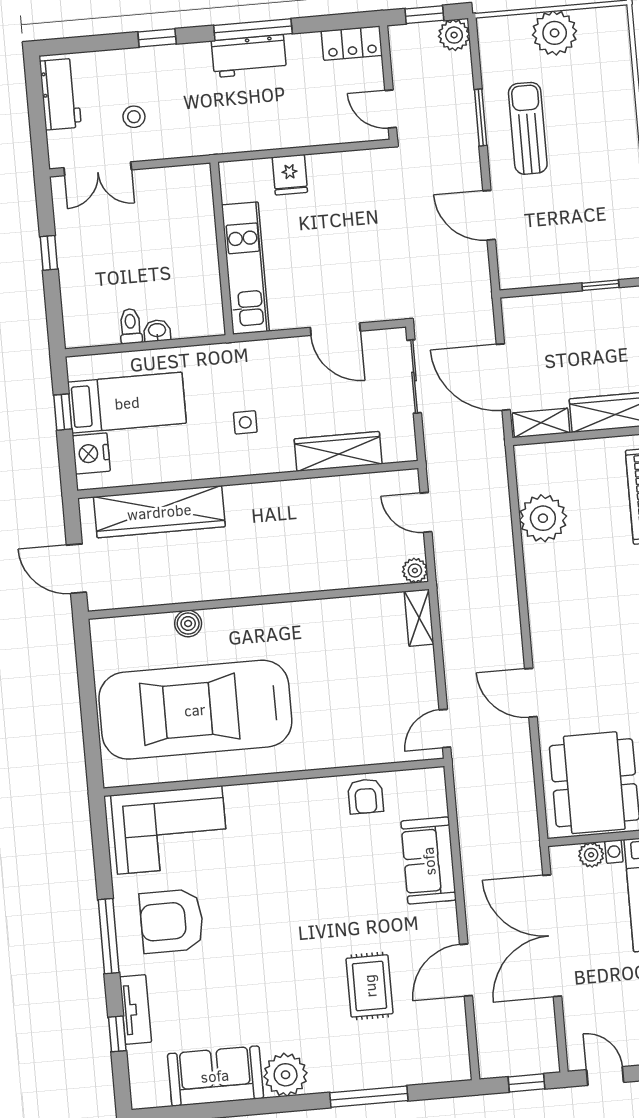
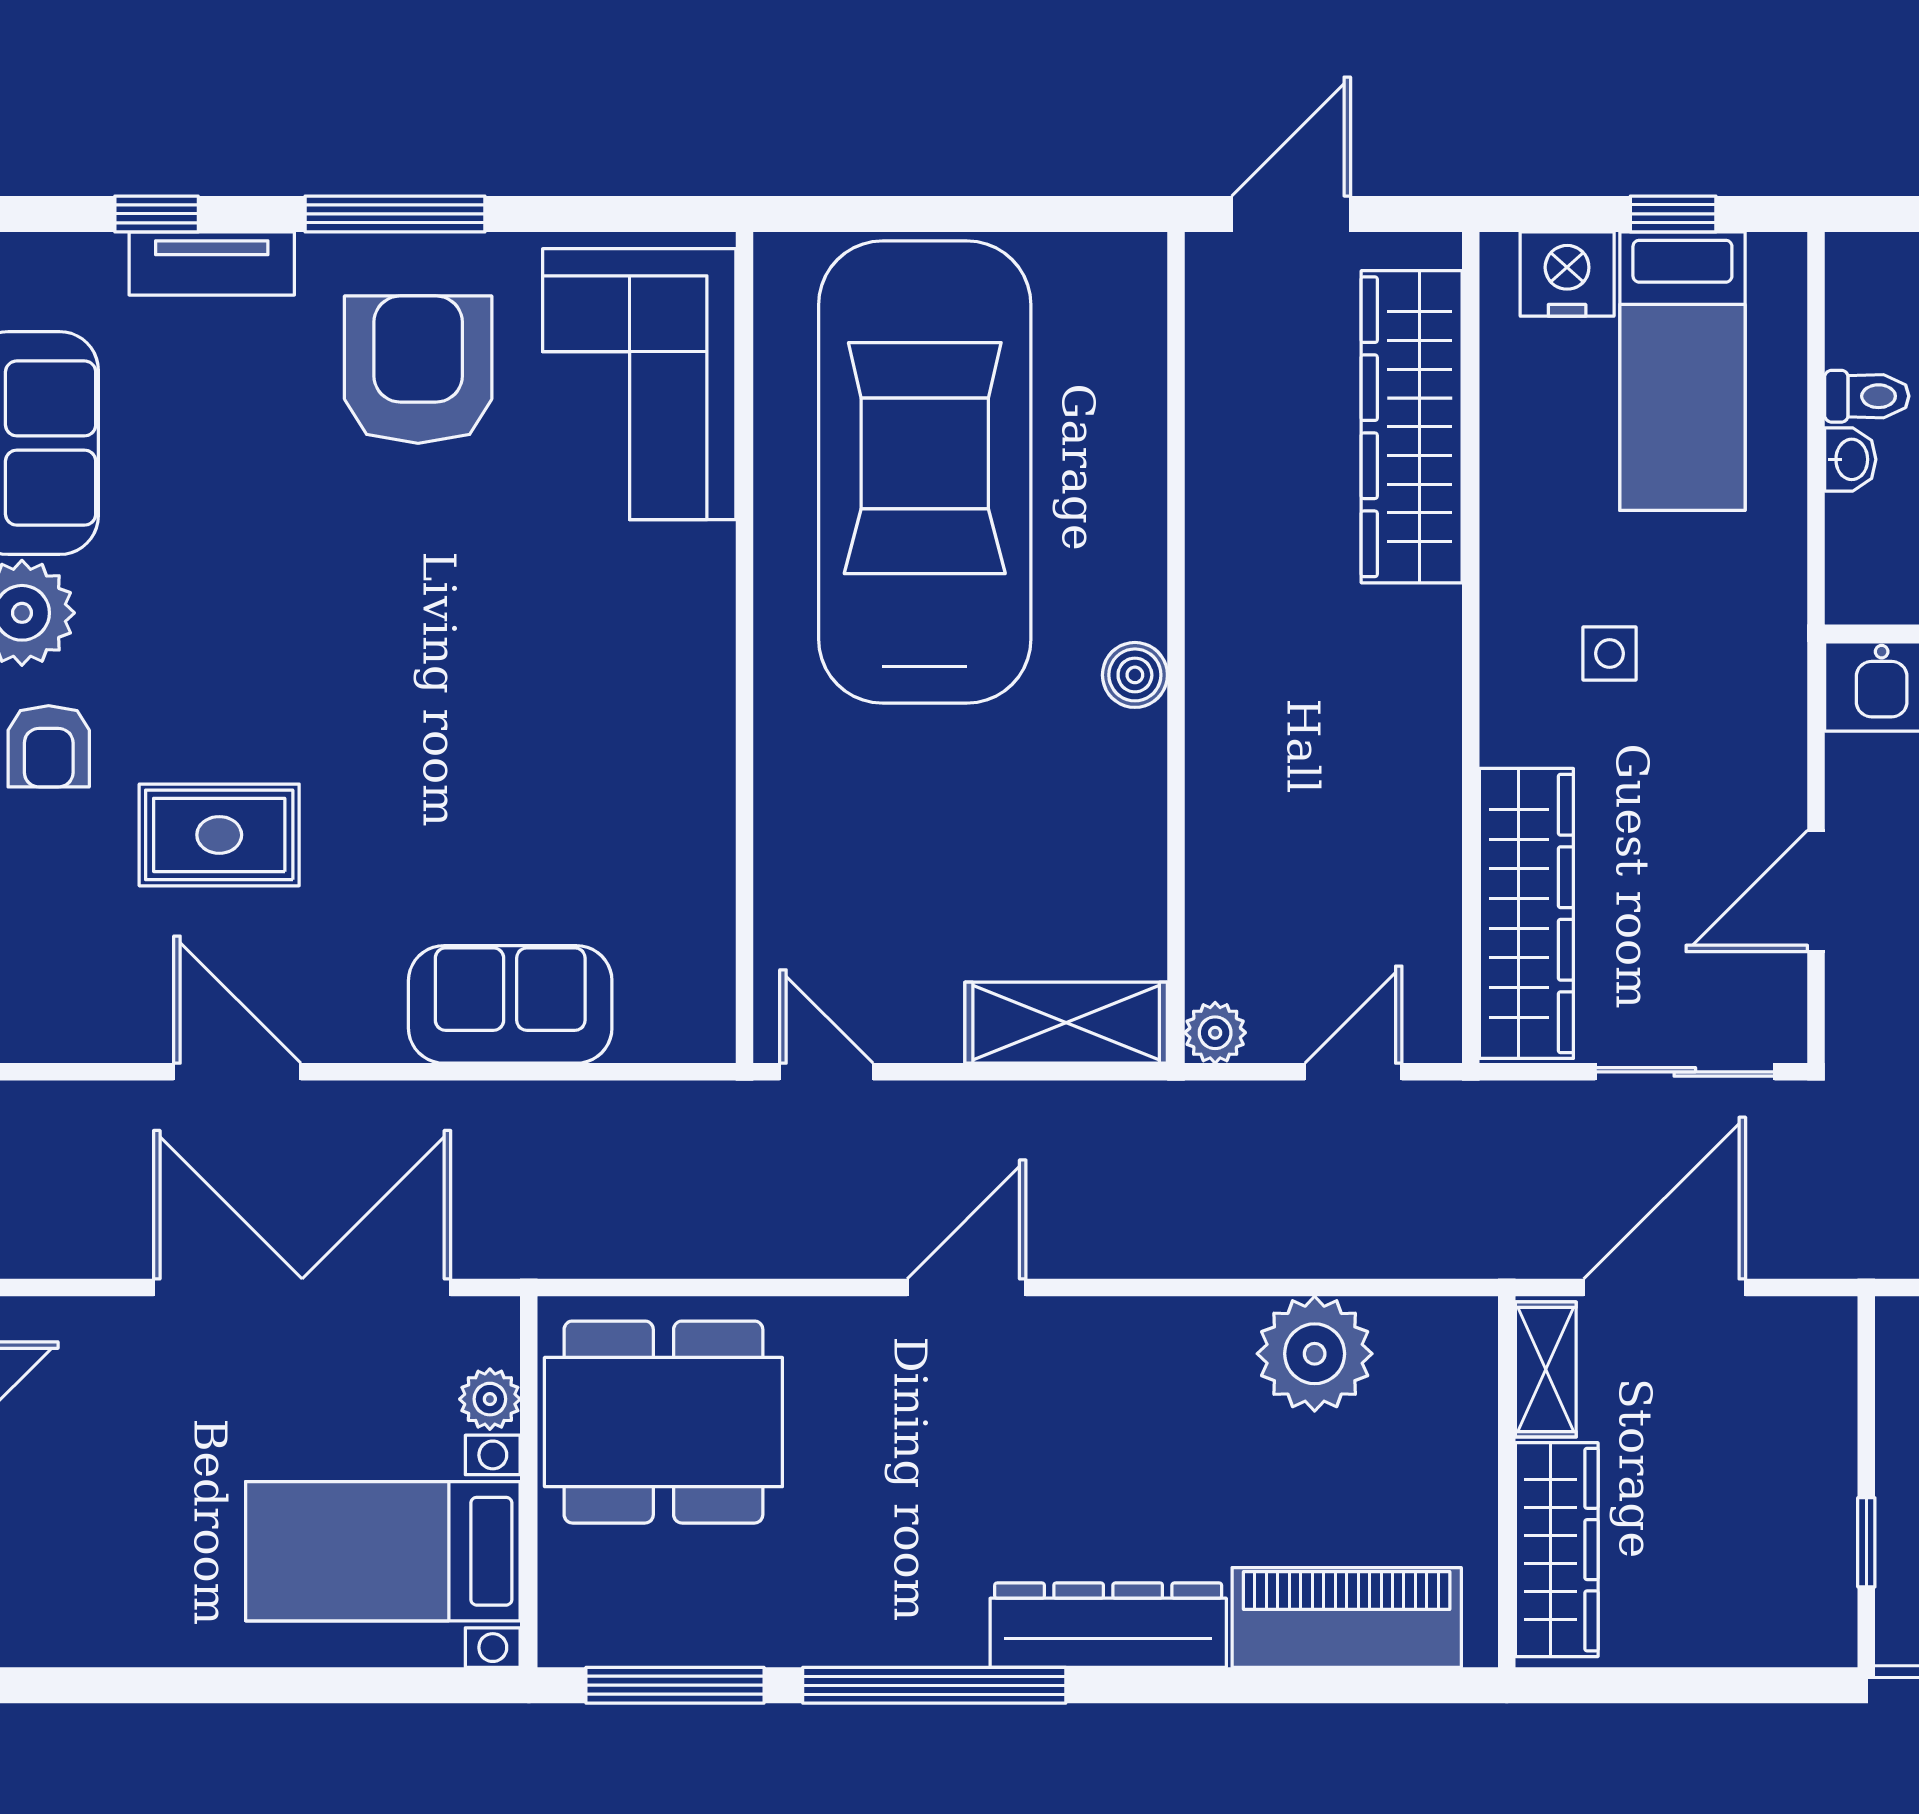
wardrobe: (338, 451) -> (1526, 913), width x1.40, depth x1.17
shelving: (419, 618) -> (1066, 1023), width x1.50, depth x1.33
boiler: (188, 623) -> (1135, 675), moved
door: (531, 693) -> (966, 1288), moved
armchair: (365, 796) -> (49, 746), moved, turned -90

